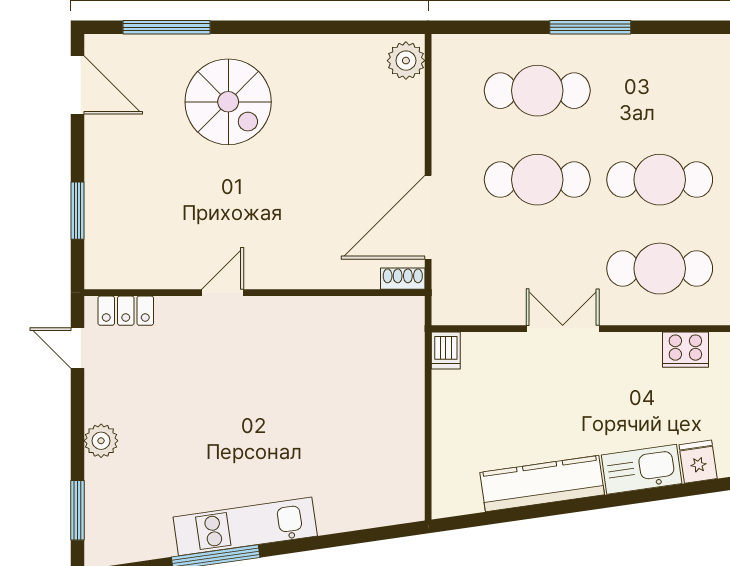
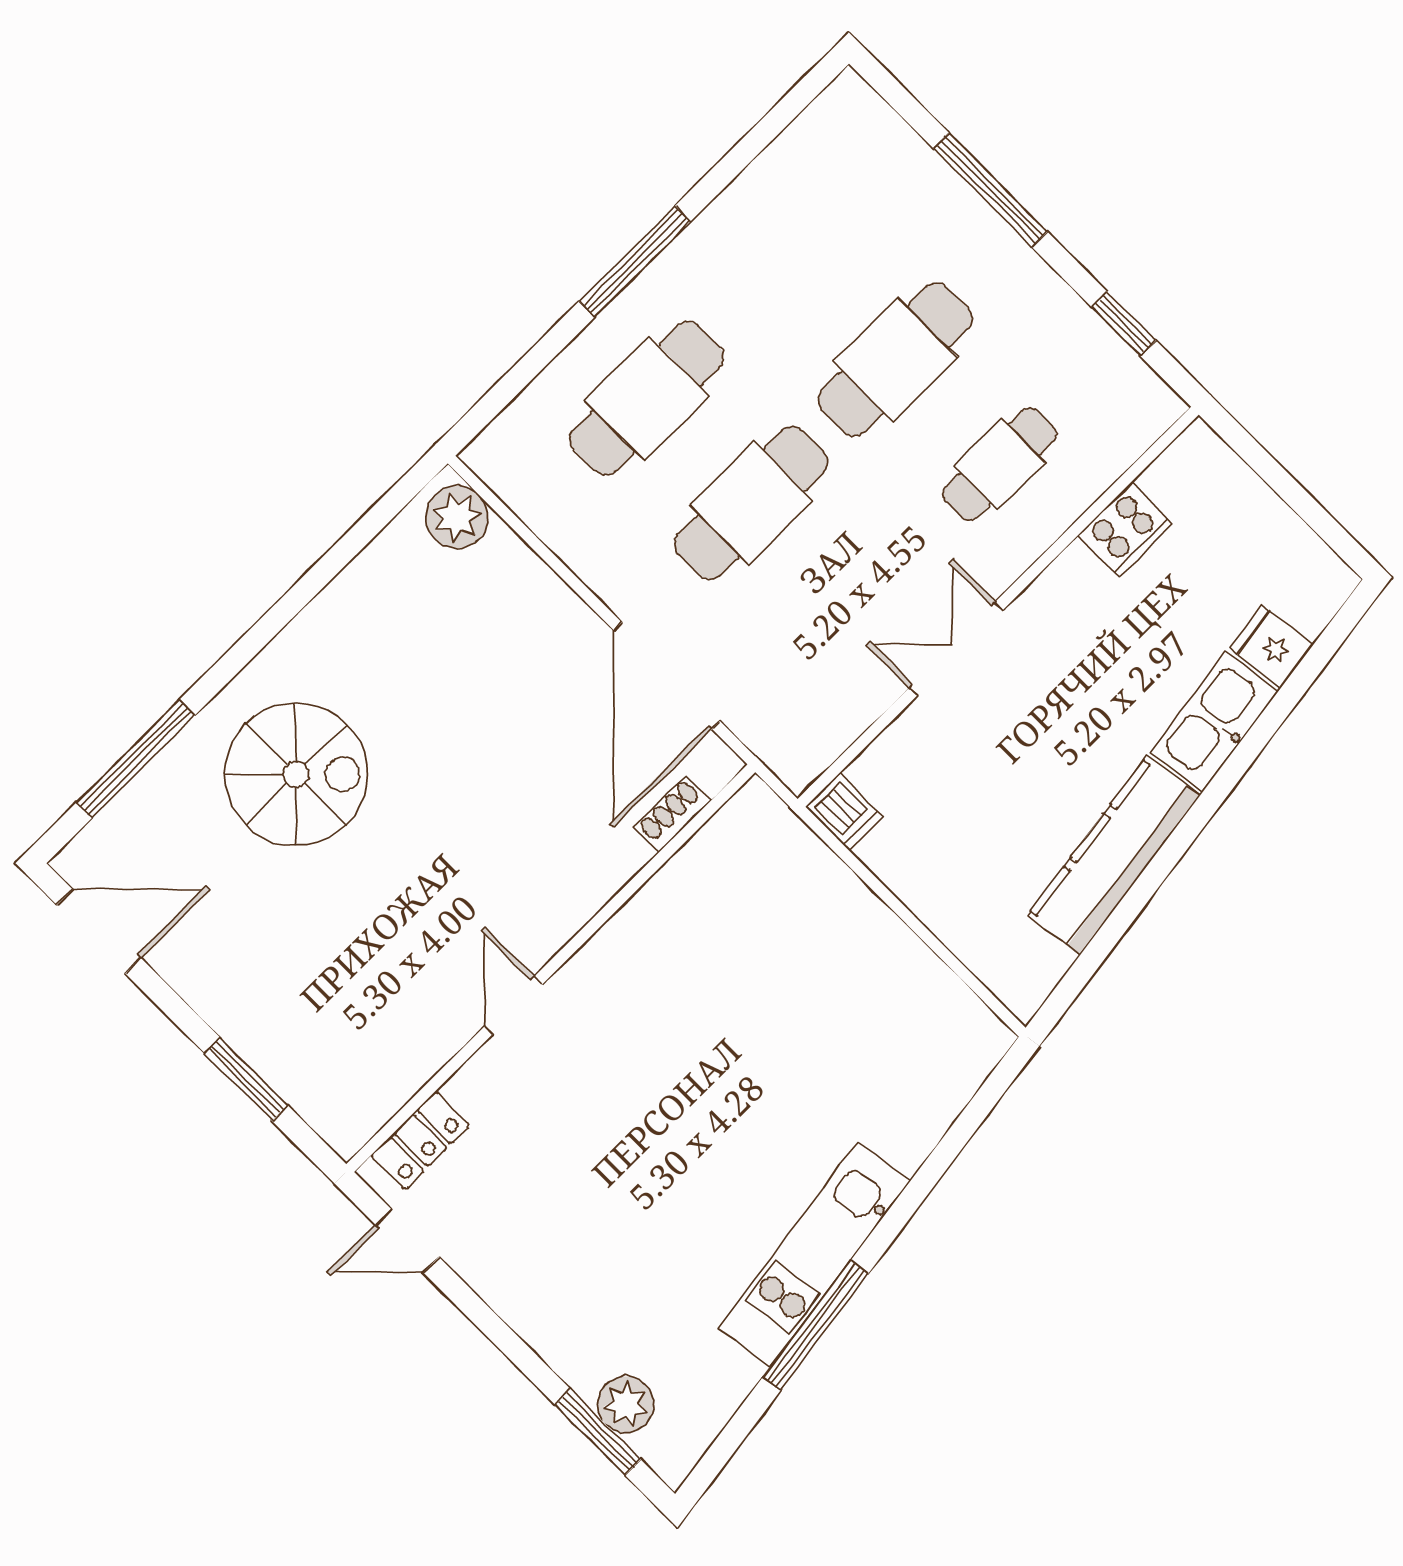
cafe table: (660, 269) -> (1000, 464), width x0.73, depth x0.74
shoe rack: (403, 279) -> (673, 814), moved
plant: (101, 441) -> (626, 1405), moved

